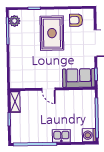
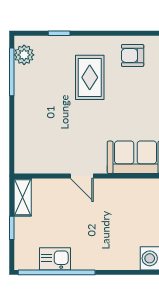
rug: (52, 33) -> (90, 77), width x0.73, depth x0.70
kitchen sink: (61, 136) -> (55, 259), moved

